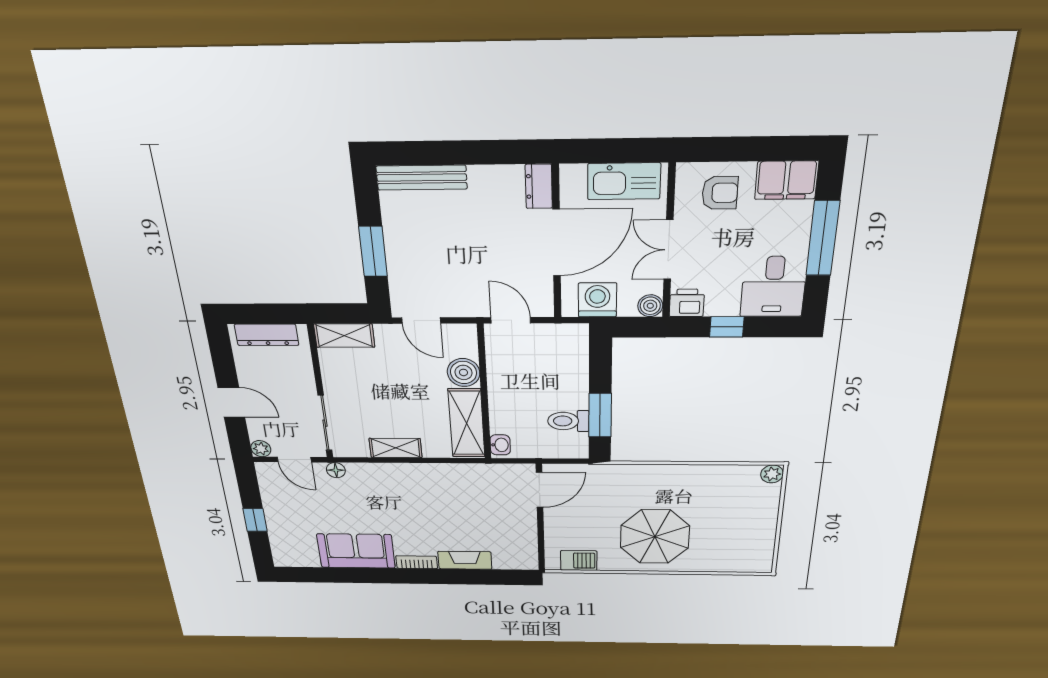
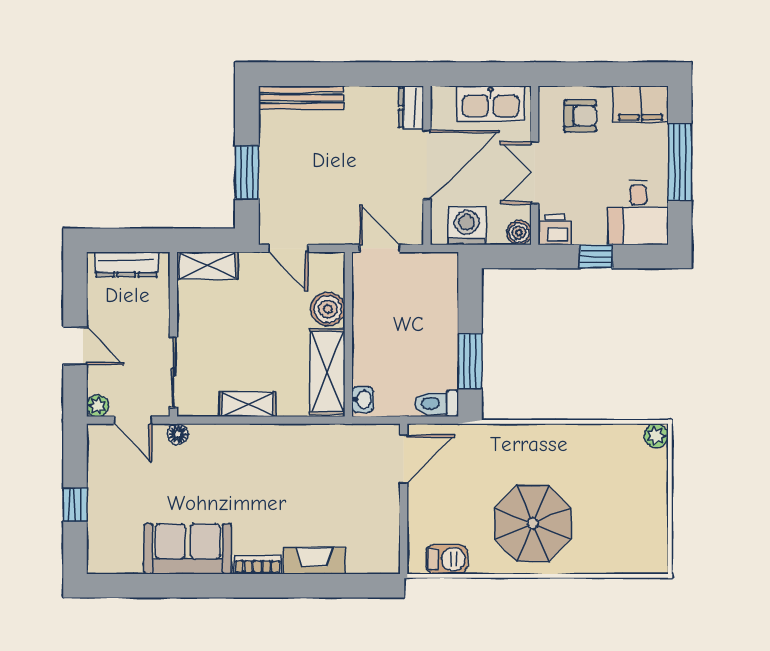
toilet: (568, 421) -> (437, 403), moved

